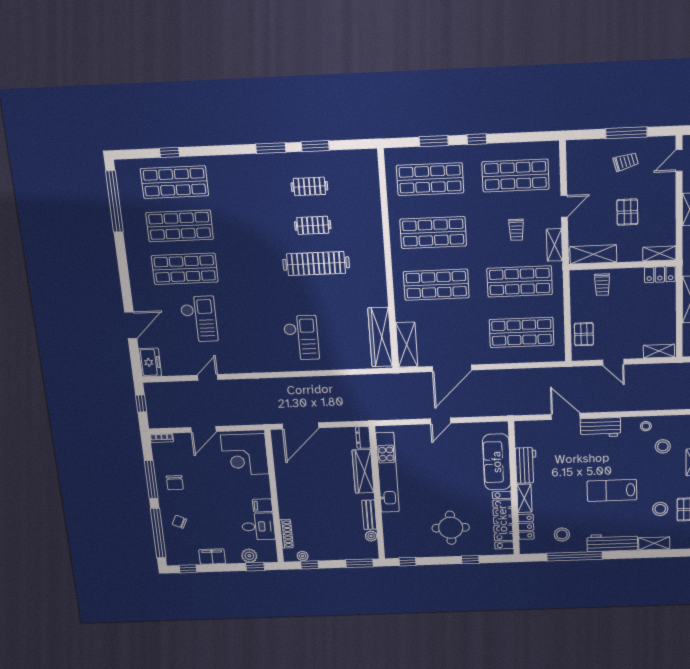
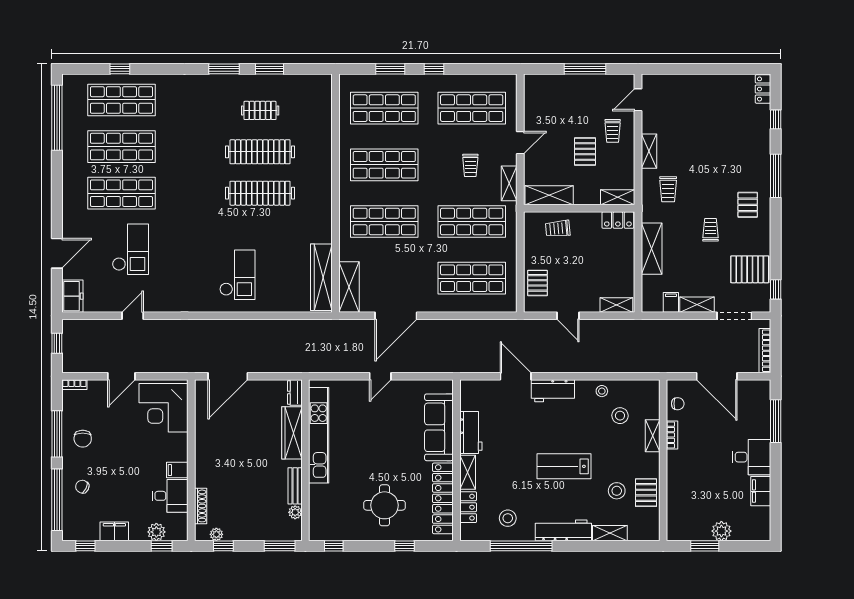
trolley: (626, 162) -> (613, 131), moved, turned 105
clothes rail: (313, 225) -> (260, 152), width x1.86, depth x1.31
trolley: (602, 285) -> (558, 229), turned 85

